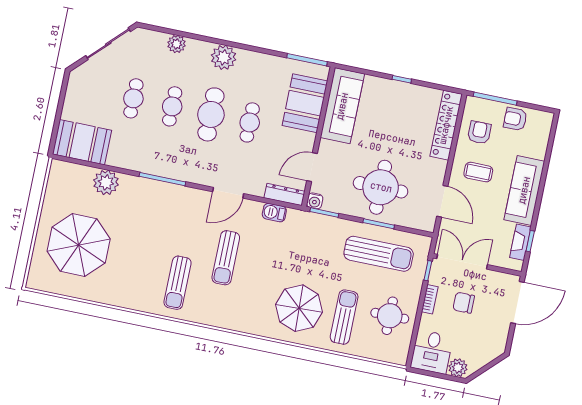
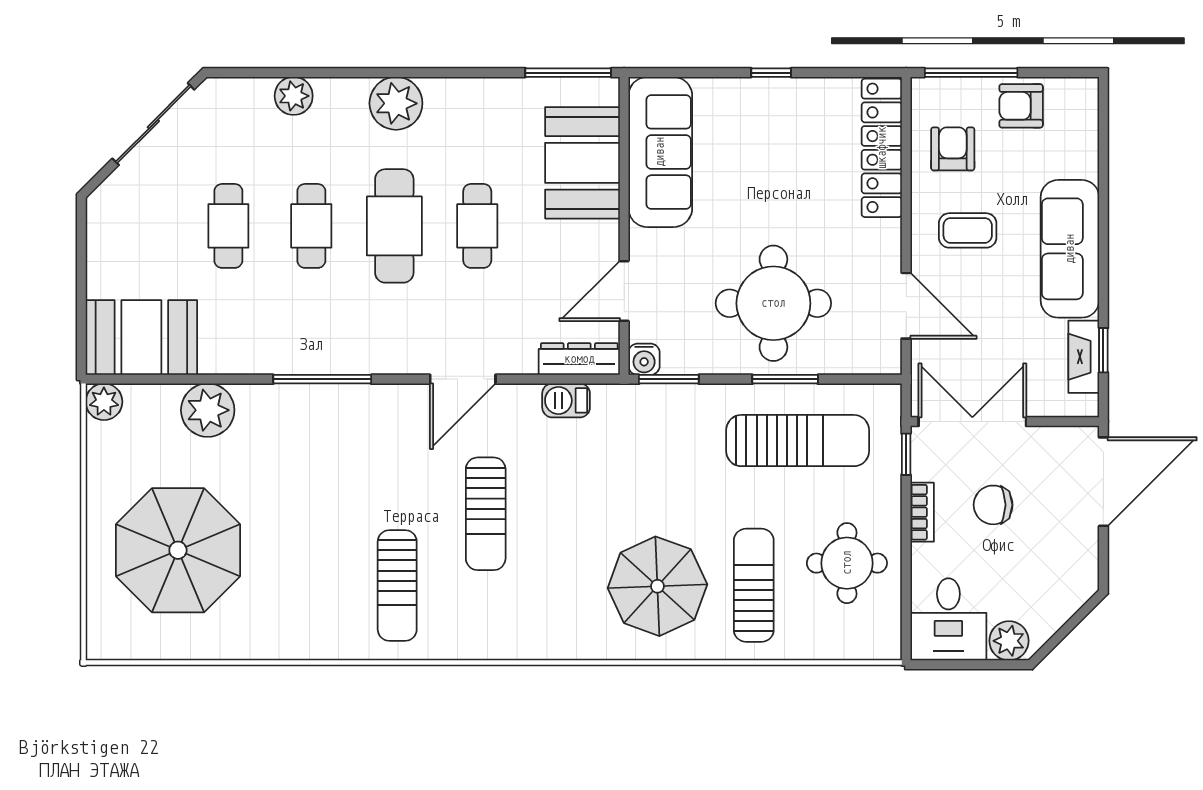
plant: (58, 169) -> (104, 402), added

